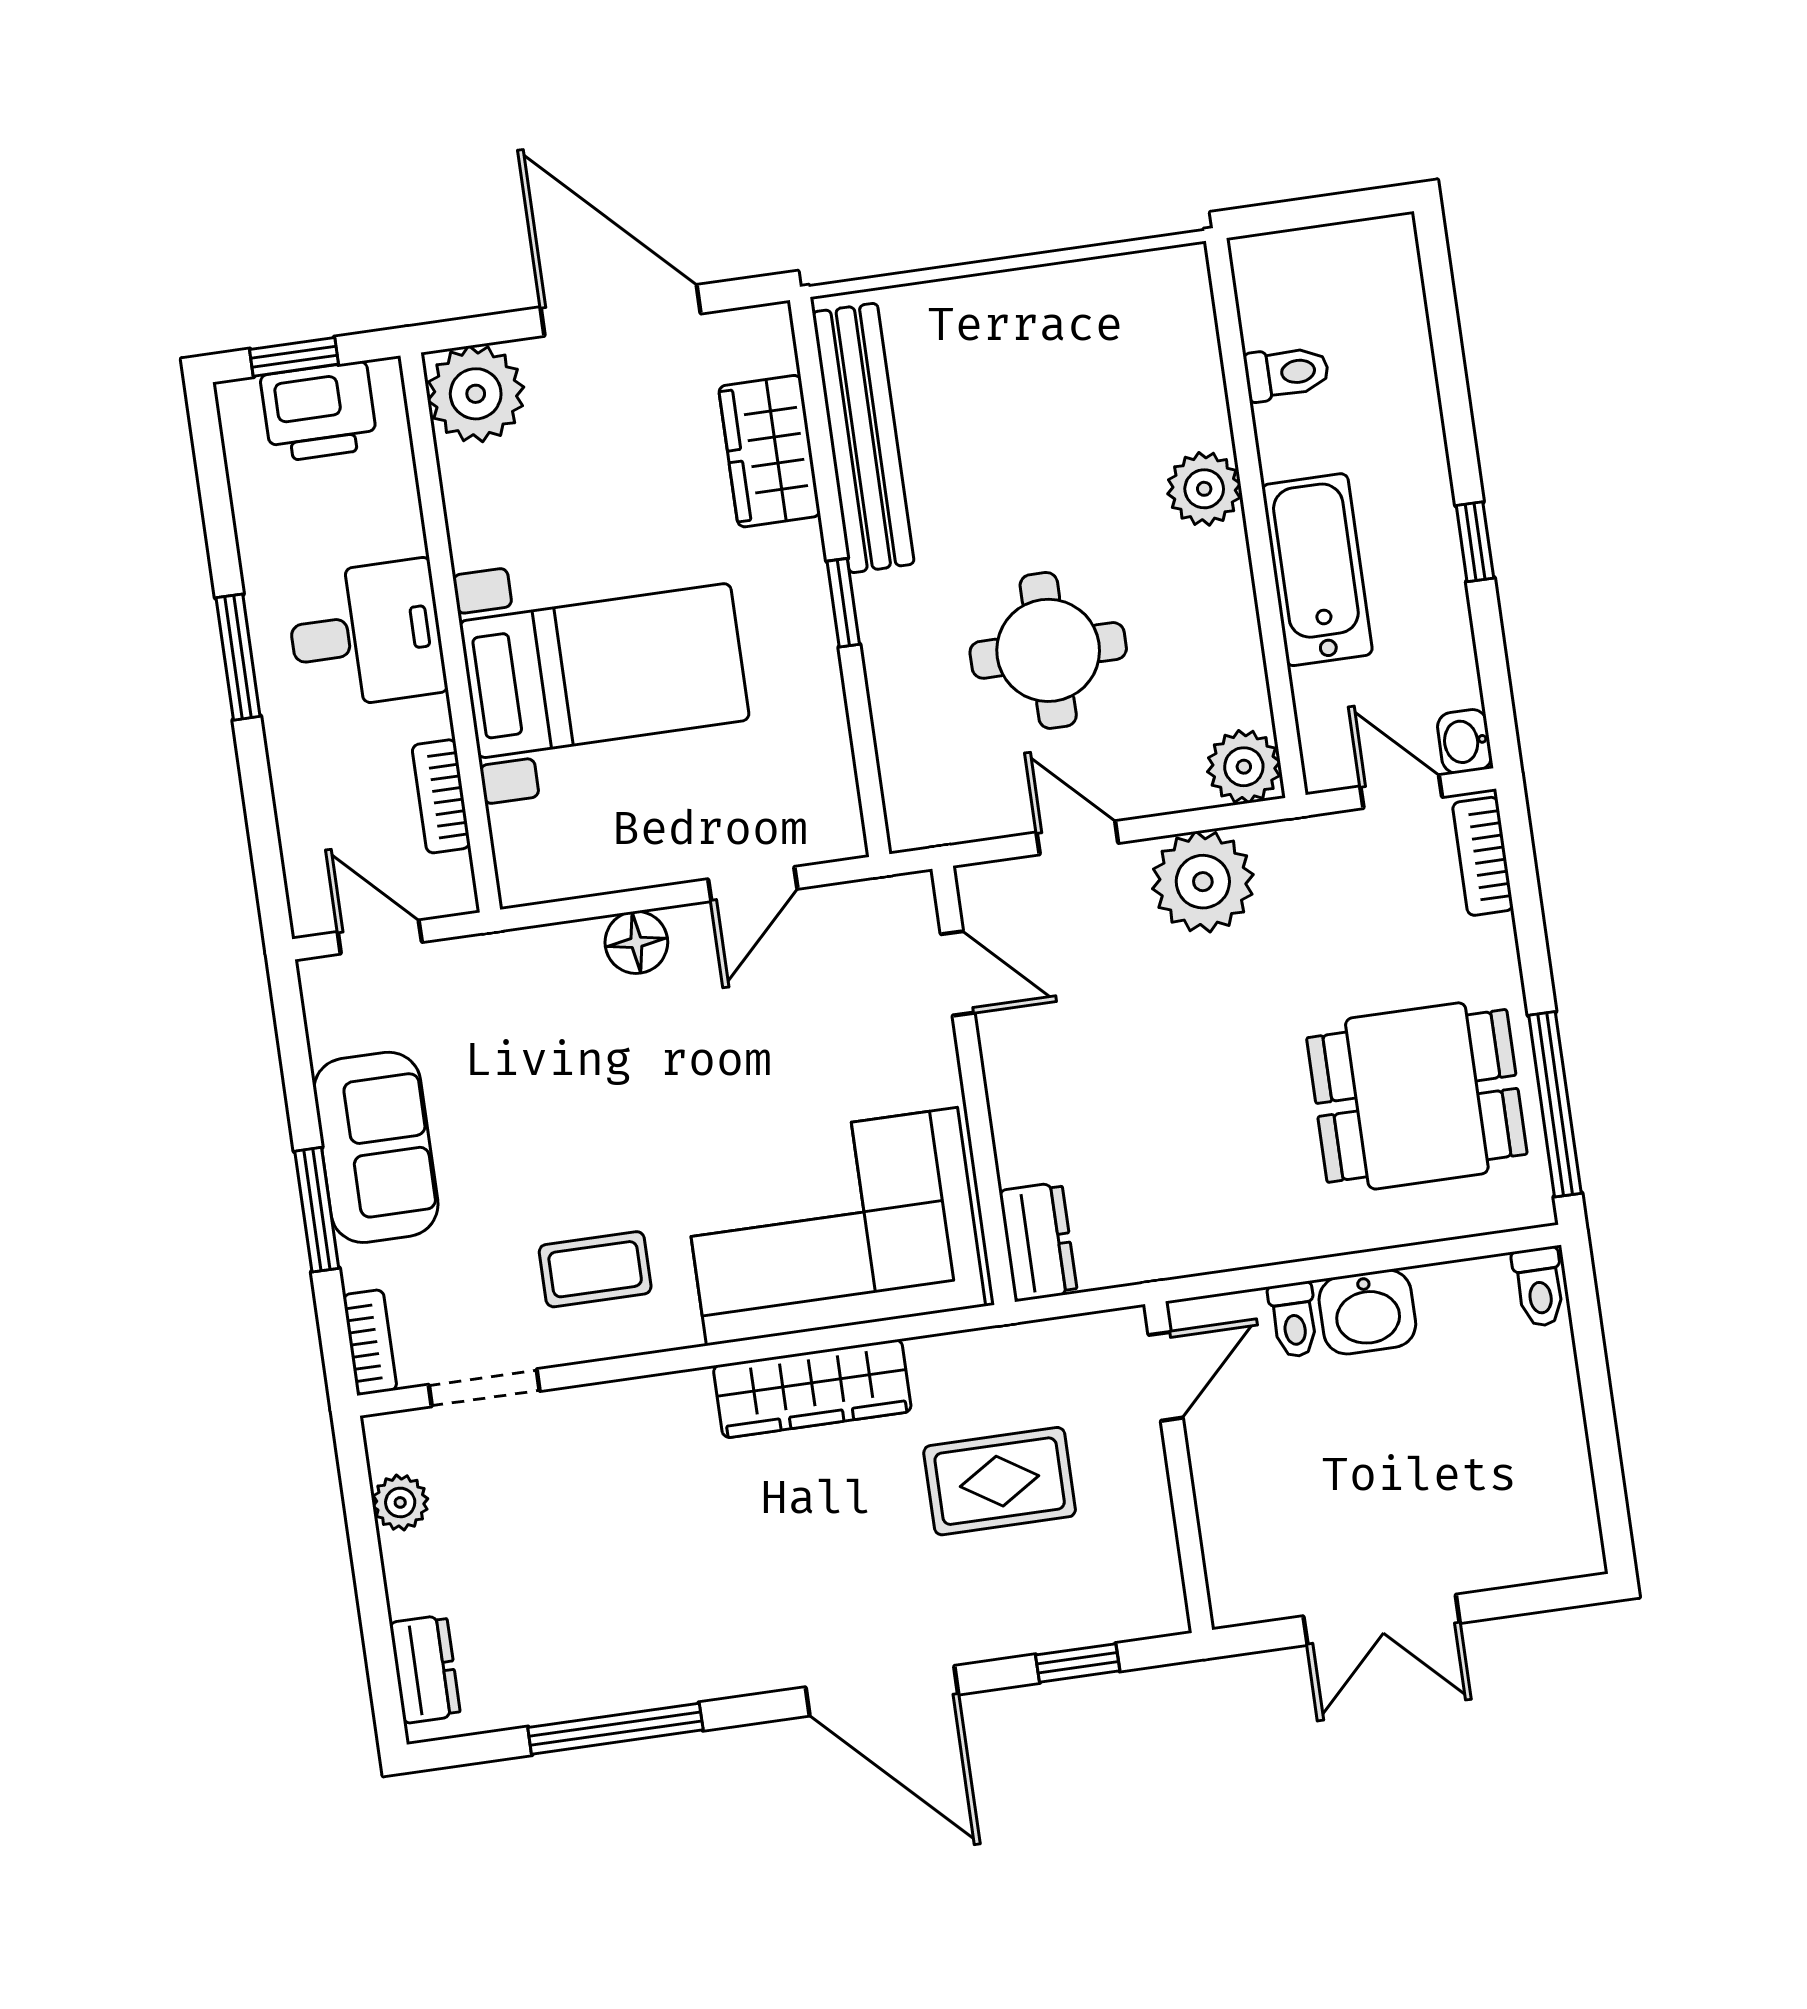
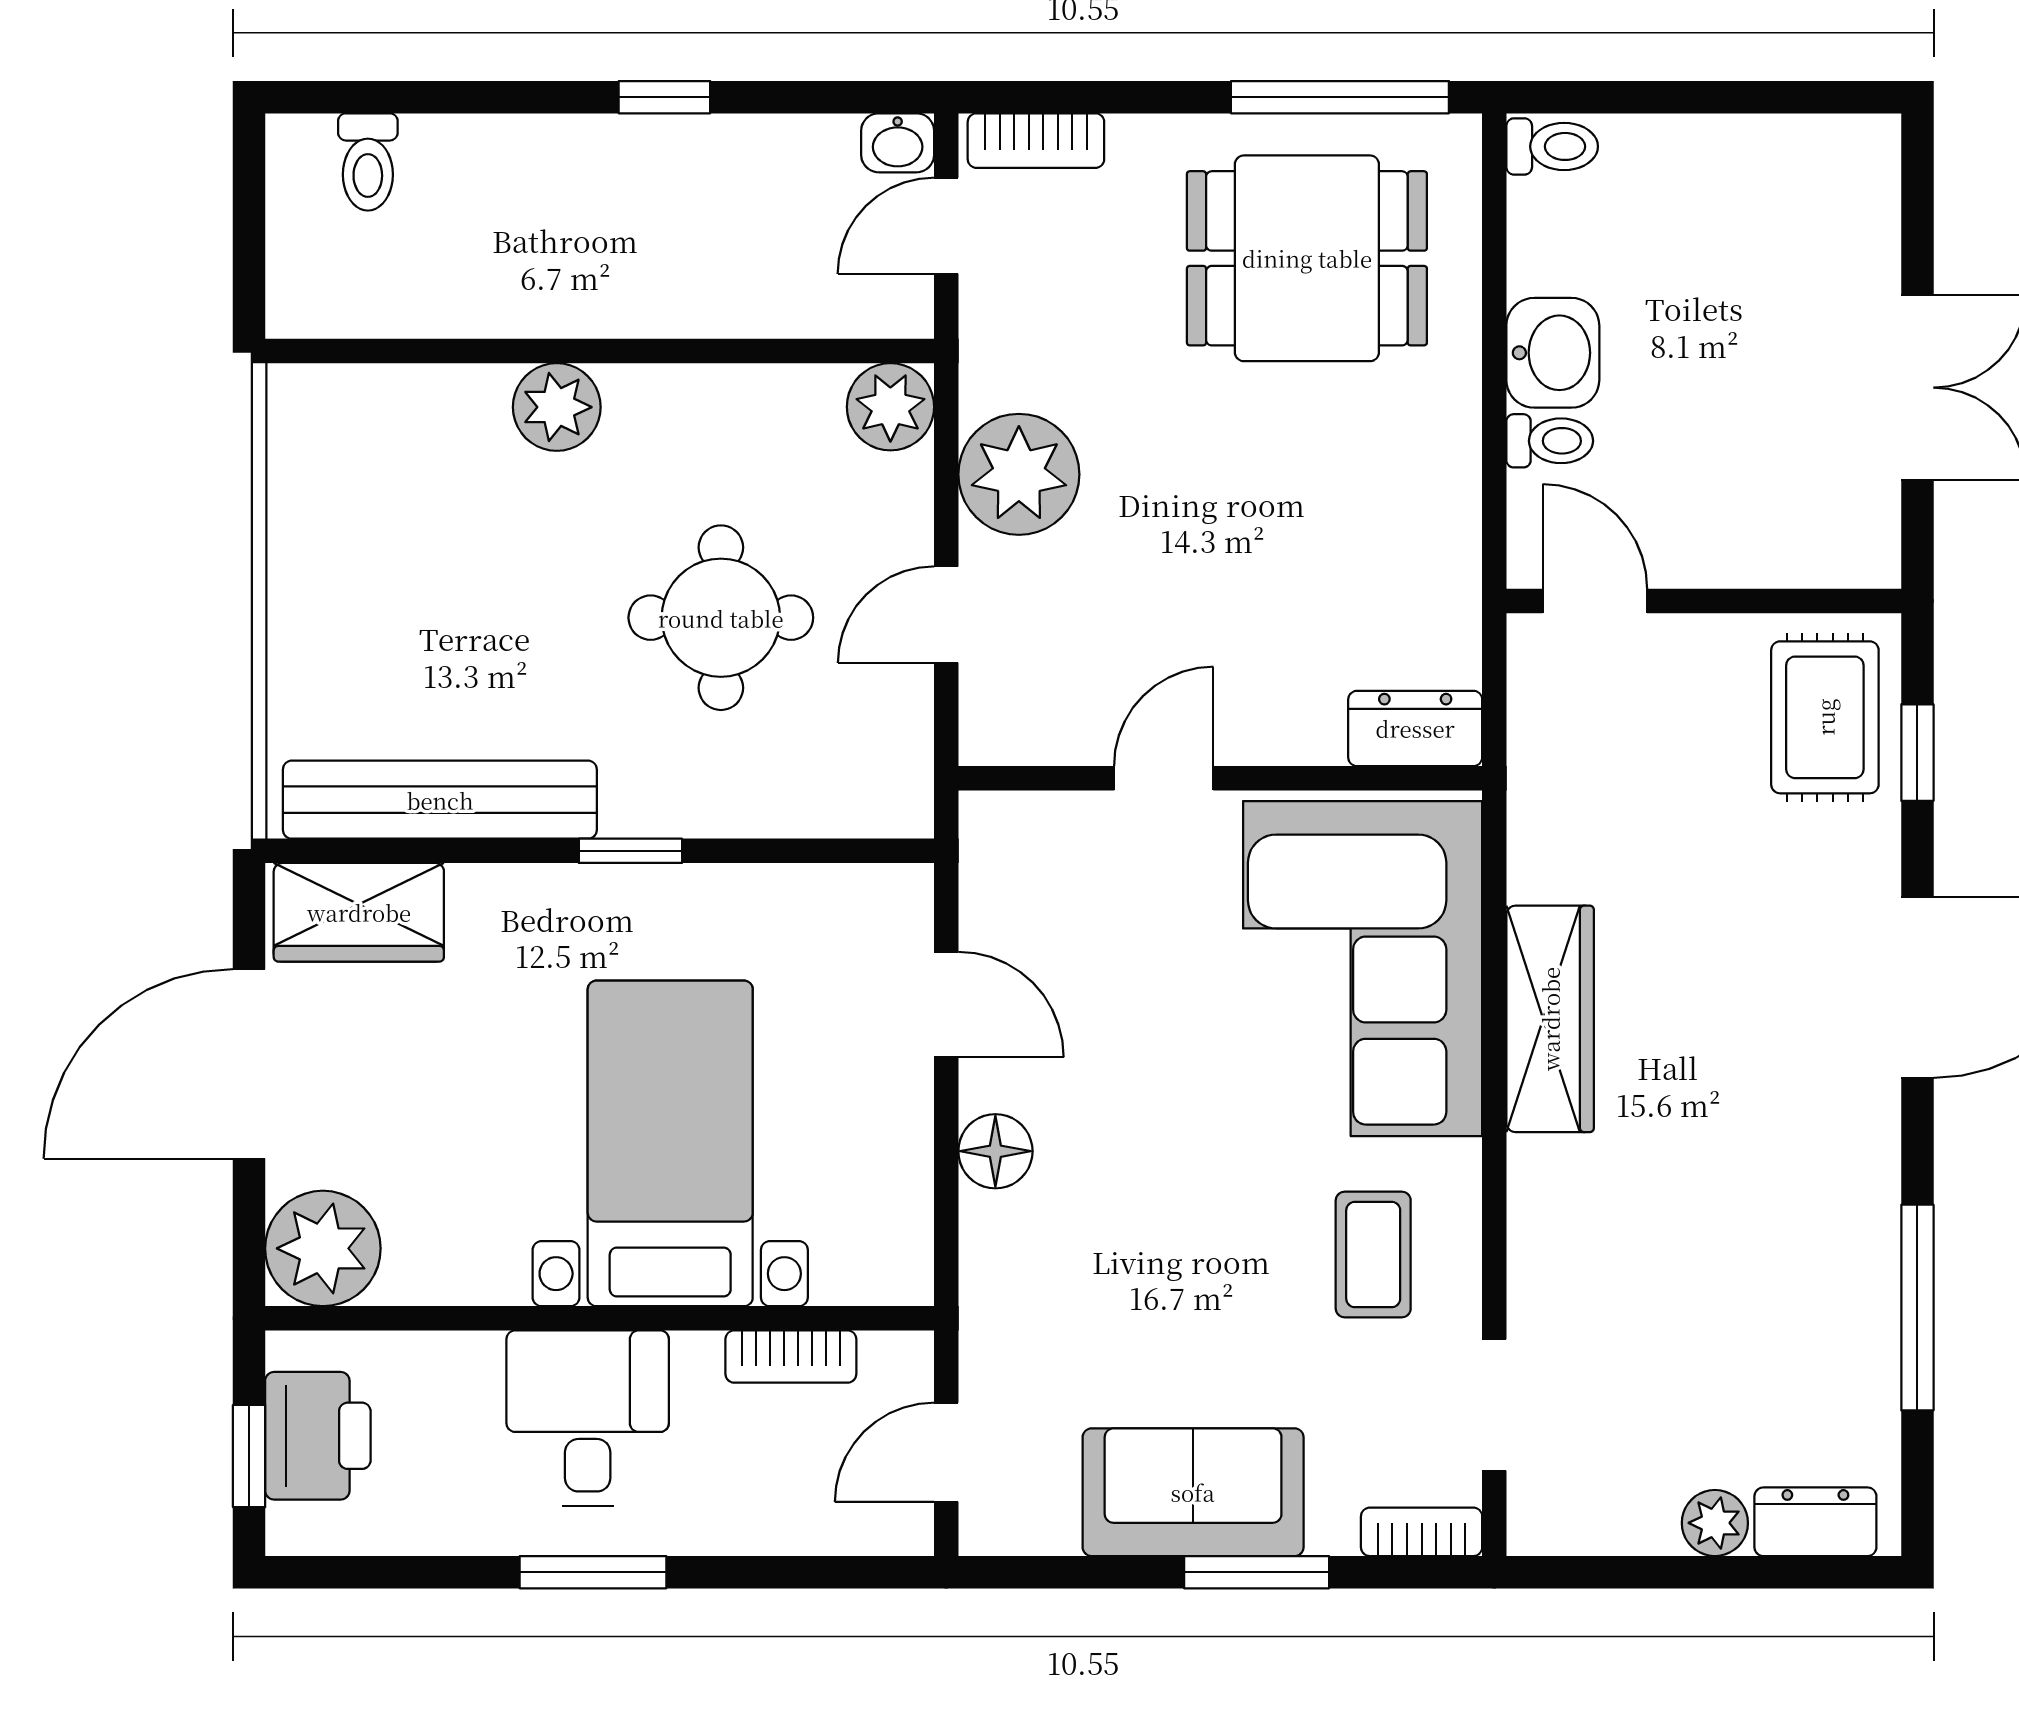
toilet: (1287, 373) -> (368, 162), moved, turned 180
wardrobe: (769, 451) -> (359, 912), moved
bathtub: (1317, 570) -> (671, 288), removed
door: (958, 973) -> (1164, 778), moved
dining table: (1417, 1096) -> (1307, 258), turned 90
rug: (1000, 1481) -> (1825, 717), moved
plant: (400, 1502) -> (1715, 1523), moved

